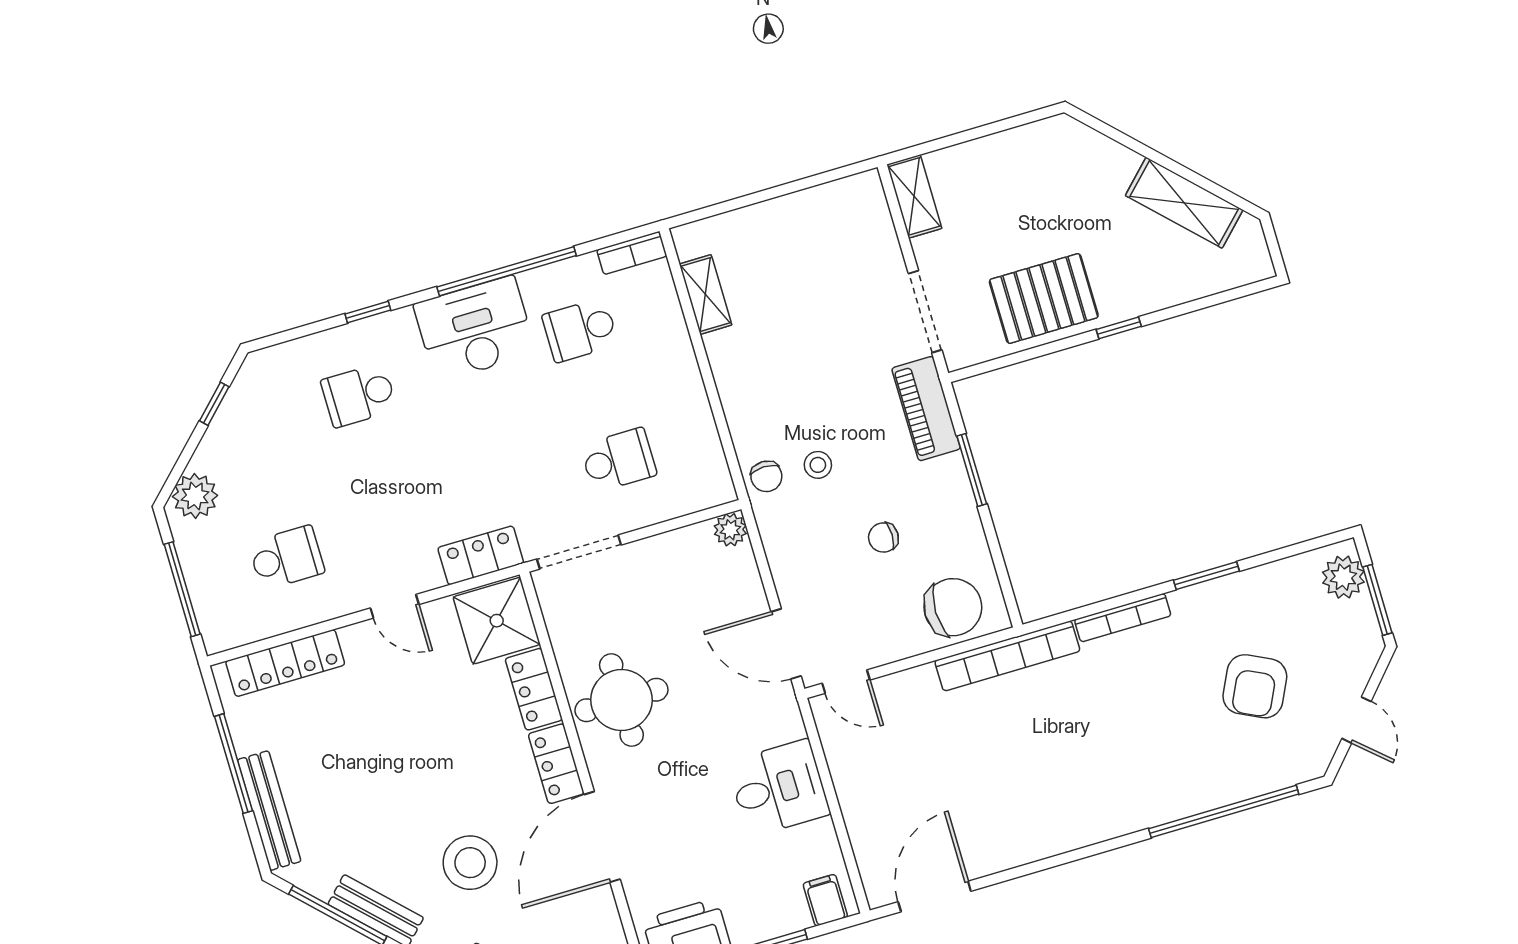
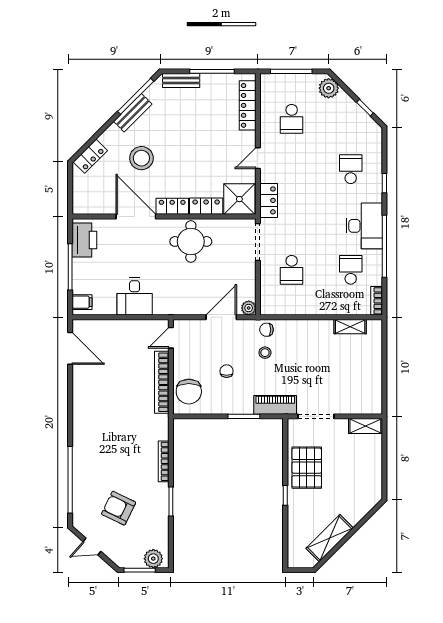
door: (786, 644) -> (221, 317), moved
bookcase: (1007, 656) -> (162, 382), moved
bench: (269, 811) -> (181, 80), width x0.73

